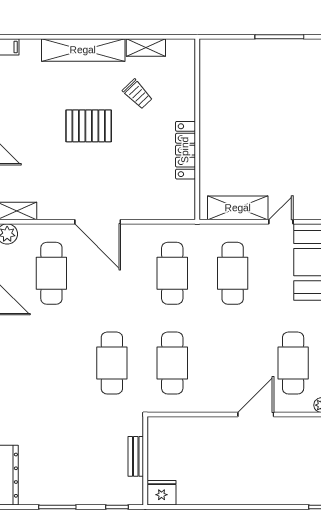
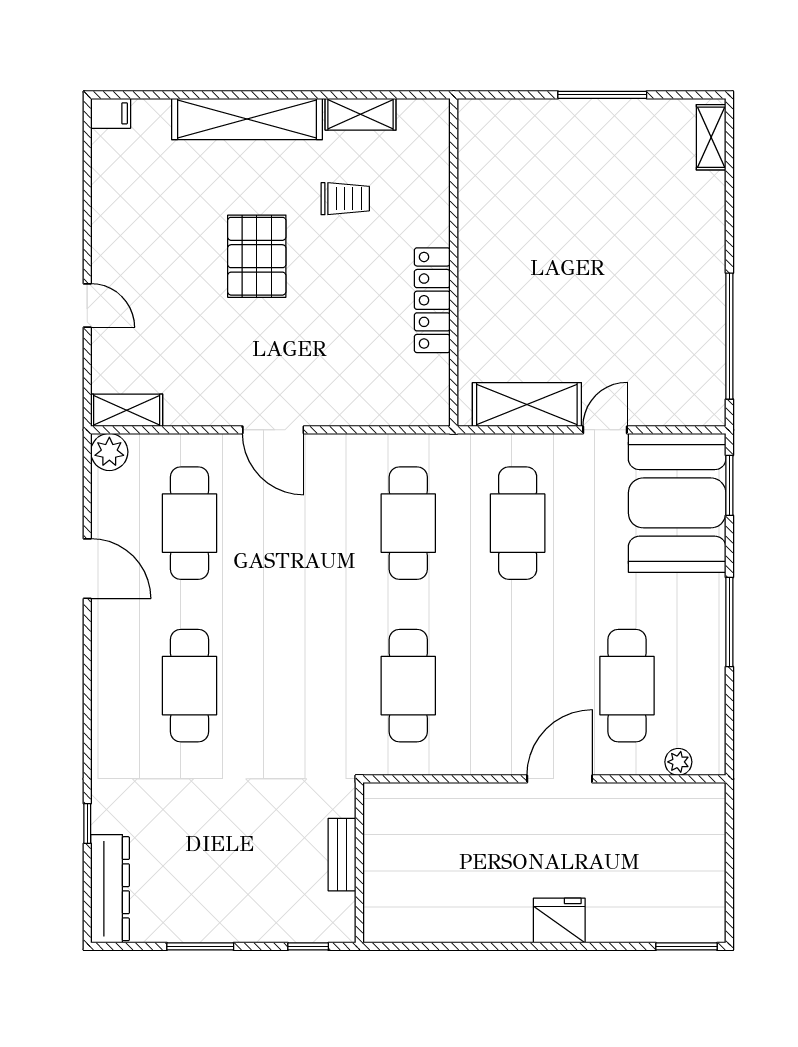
trolley: (137, 94) -> (345, 199), turned -46
pallet: (89, 126) -> (257, 256), turned 90
door: (98, 222) -> (273, 430), width x0.73
cafe table: (112, 363) -> (190, 686), moved
fridge: (162, 493) -> (559, 921), moved

